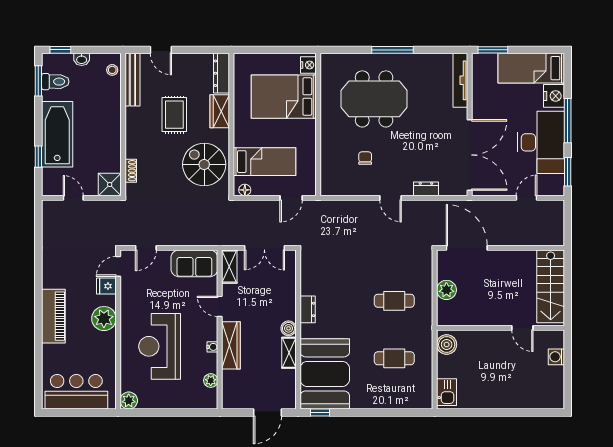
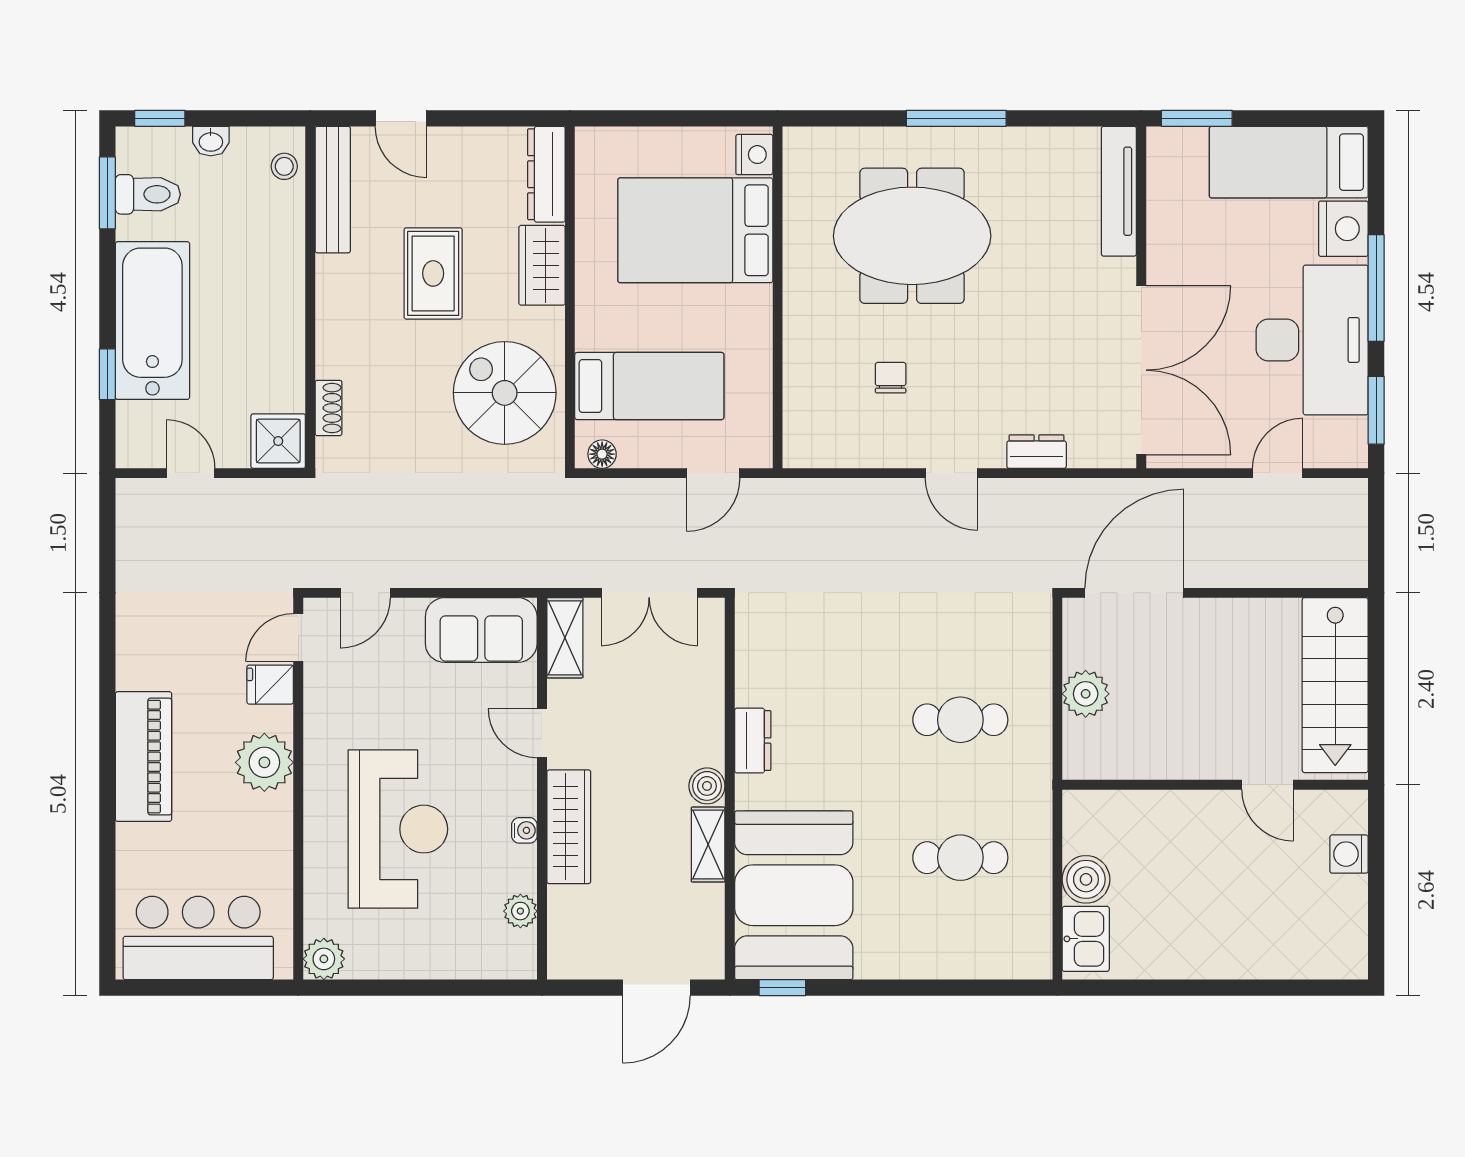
door: (467, 248) -> (1134, 593), hinge flipped
boiler: (447, 345) -> (1086, 879), moved
reception desk: (160, 346) -> (398, 829), turned 180

